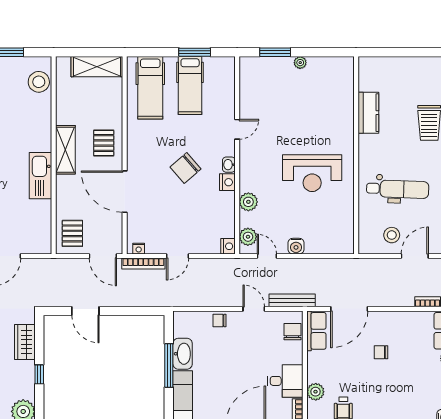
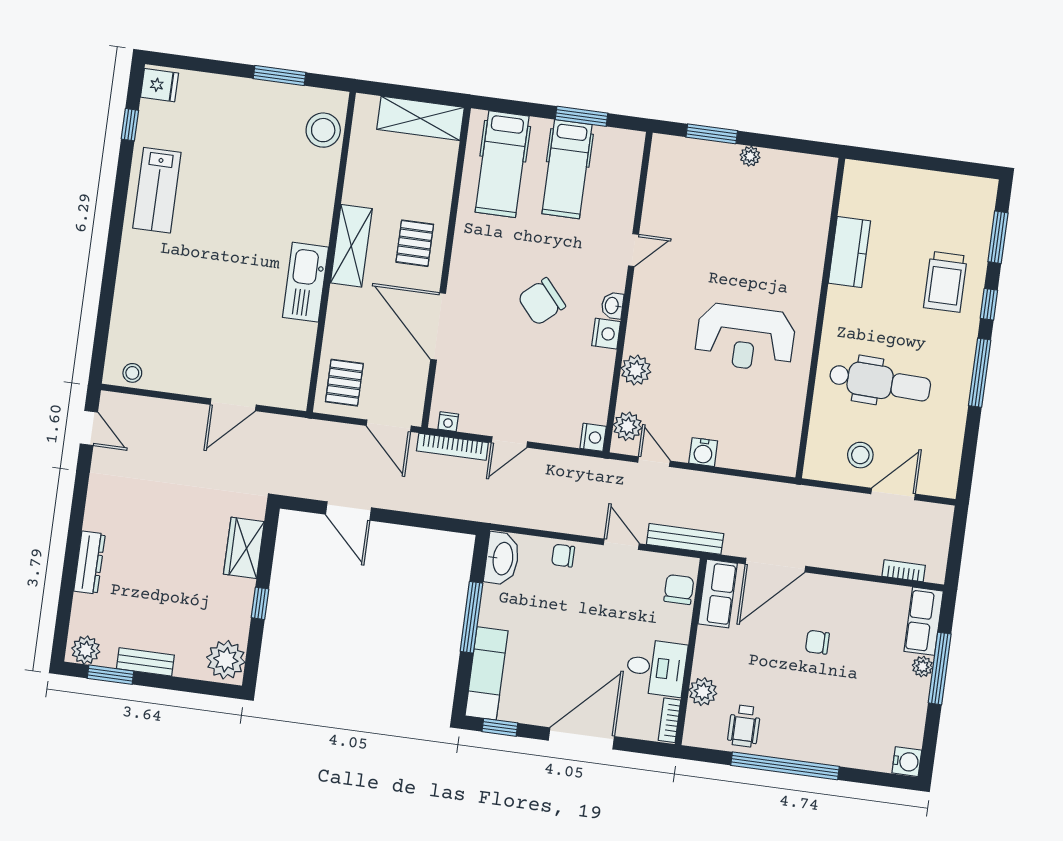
washbasin: (183, 354) -> (502, 558), moved

